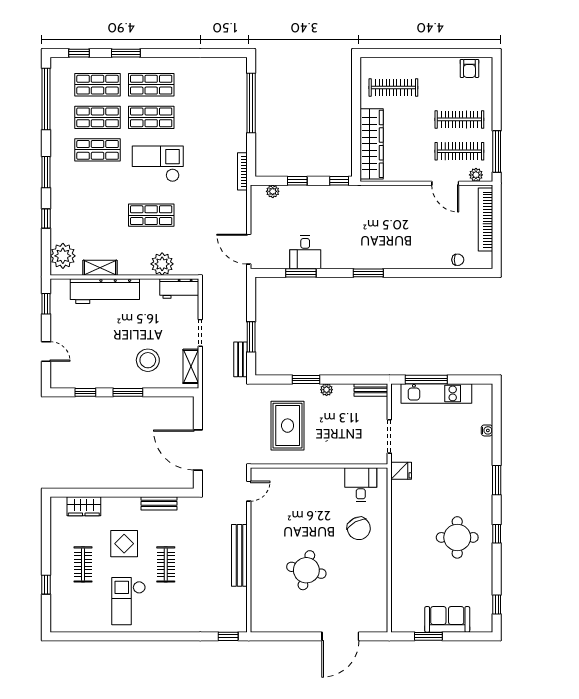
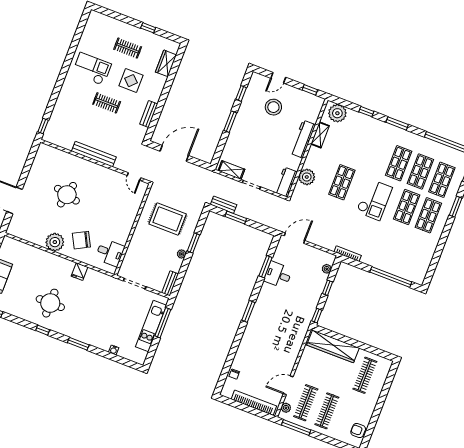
workbench: (105, 291) -> (303, 139), width x0.73, depth x0.76
stool: (148, 360) -> (273, 107), moved
fridge: (401, 471) -> (79, 272), moved
plant: (375, 562) -> (55, 242), added
window: (46, 585) -> (148, 28), moved

